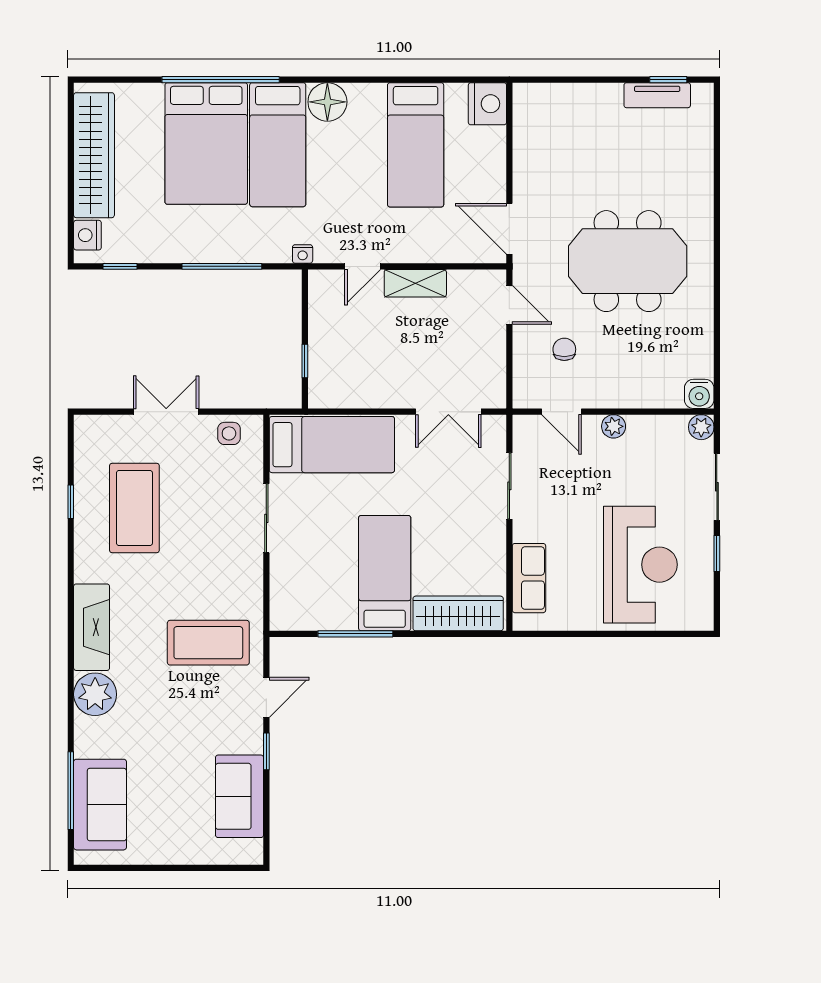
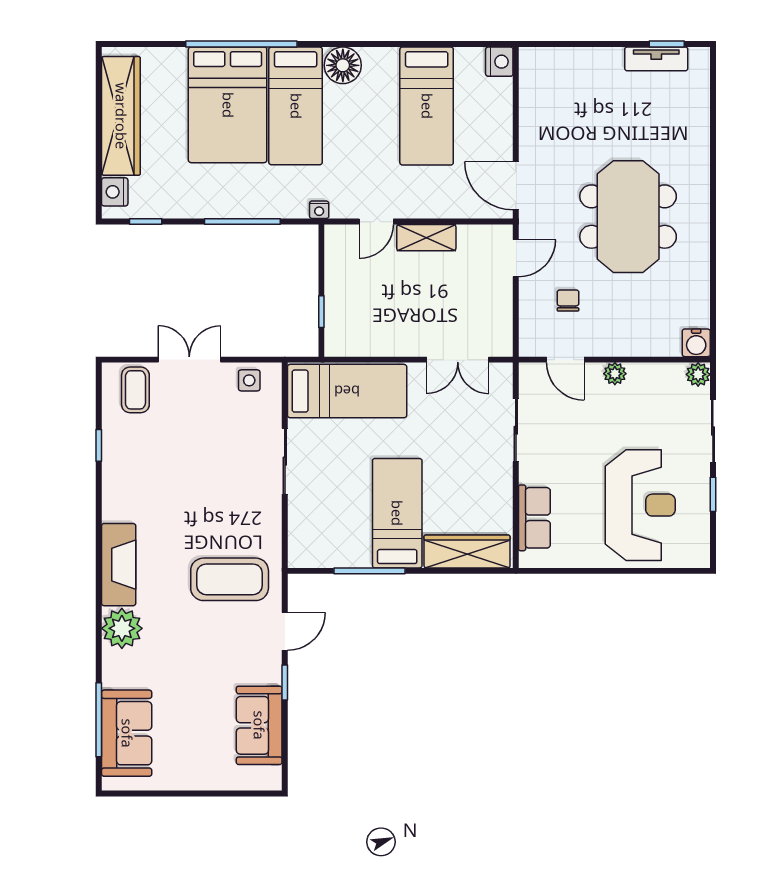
nightstand: (487, 104) -> (499, 62), width x0.74, depth x0.75
meeting table: (628, 261) -> (628, 217), turned 90
door: (509, 305) -> (516, 258), hinge flipped
coffee table: (134, 508) -> (135, 390), moved, width x0.54, depth x0.58

